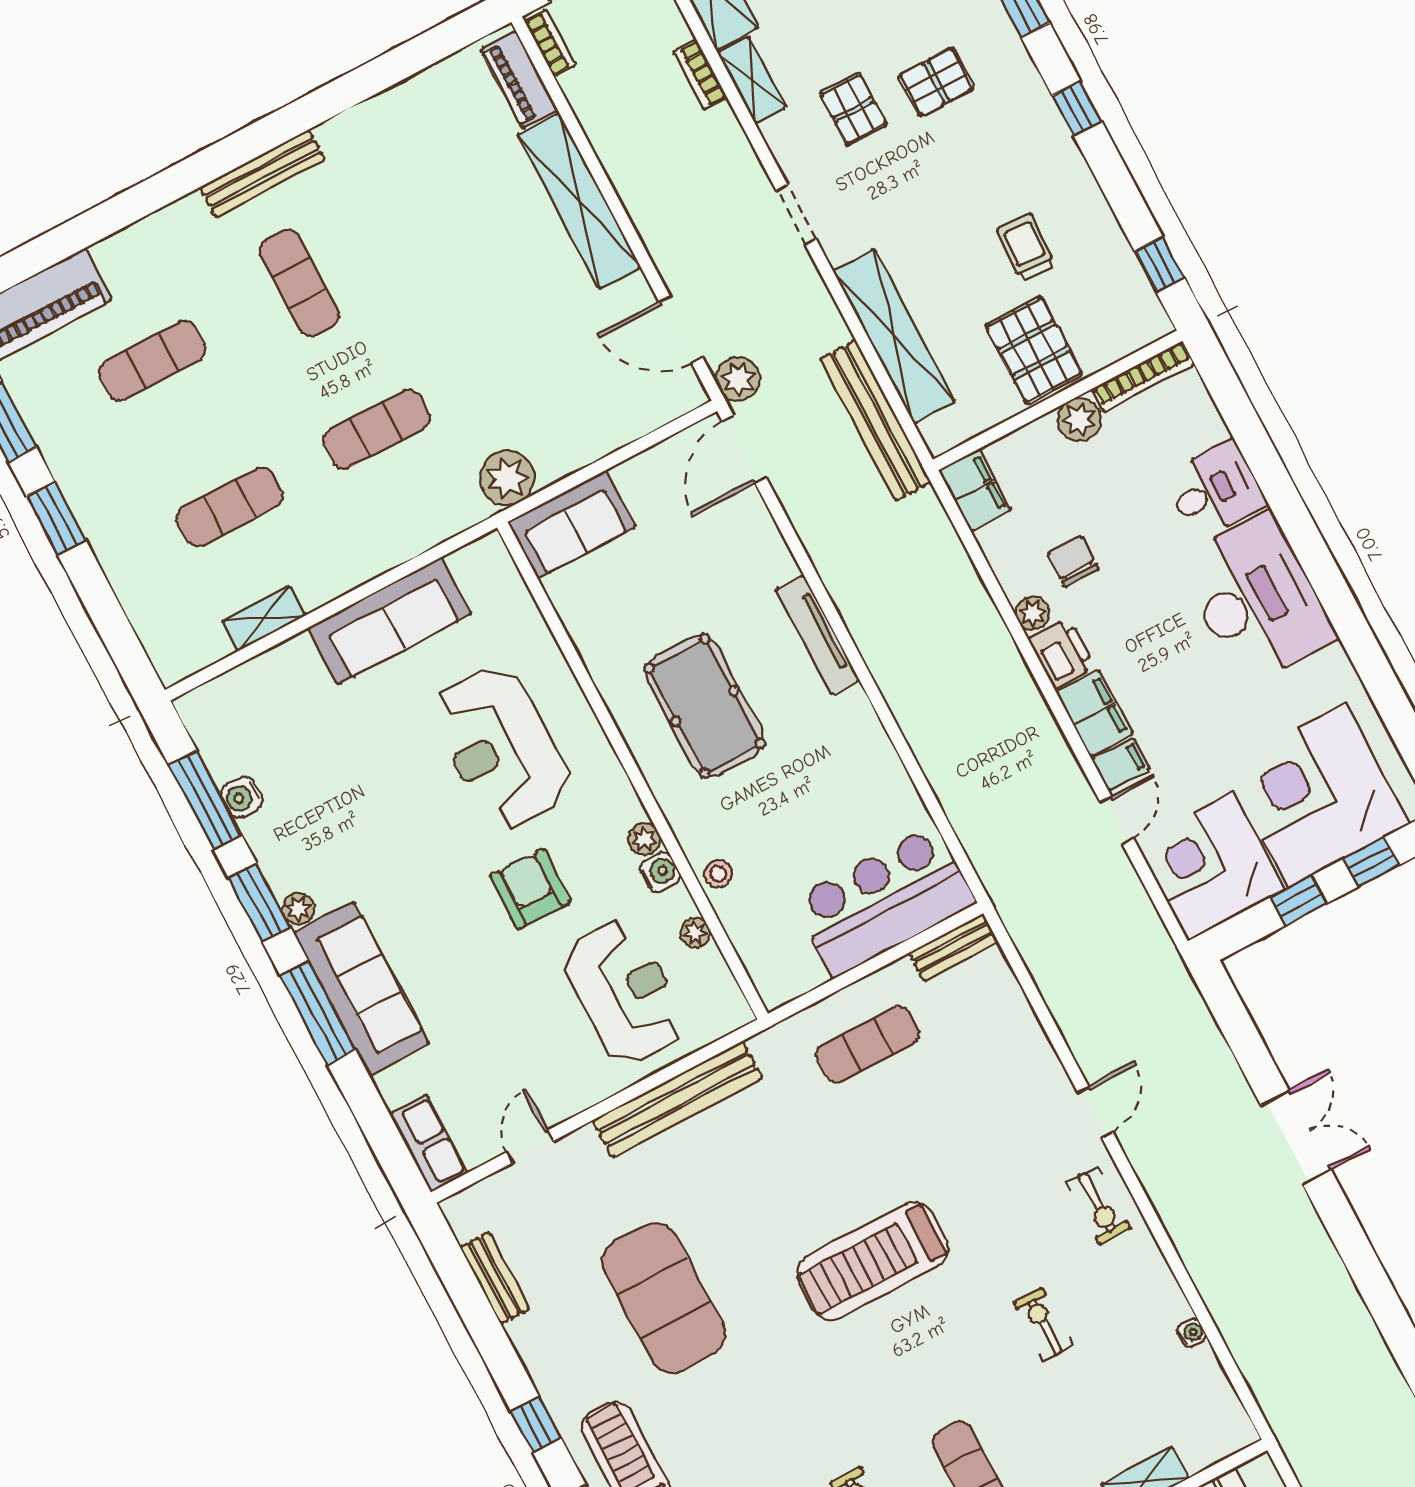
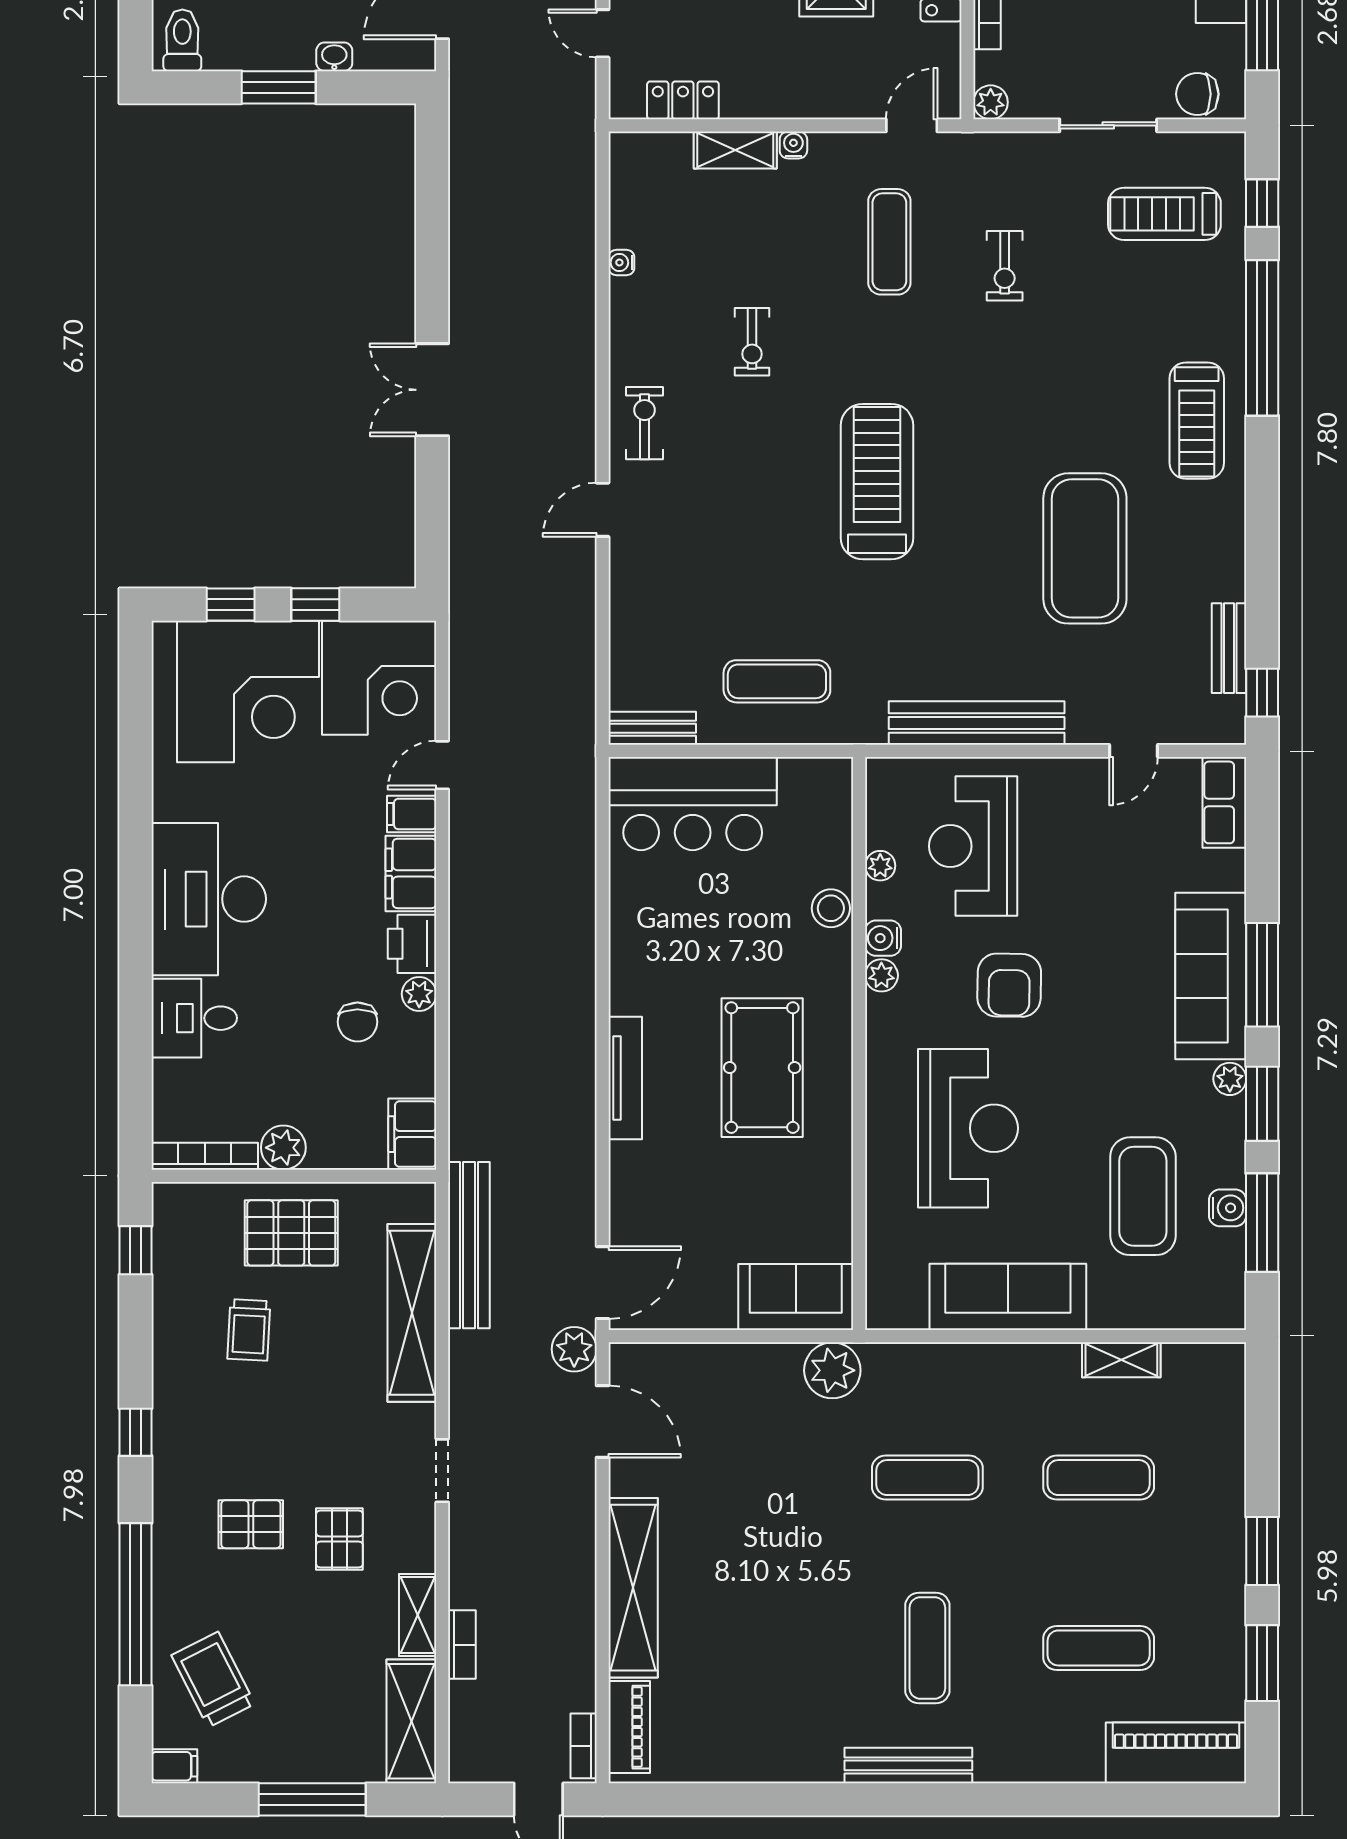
pallet: (1034, 350) -> (291, 1233), turned 90
coffee table: (320, 769) -> (1143, 1196), added
stool: (718, 874) -> (831, 908), width x1.37, depth x1.37
treadmill: (873, 1261) -> (877, 482), turned -90
window: (536, 1425) -> (1262, 693), moved

